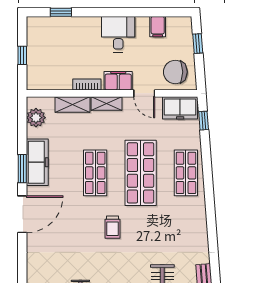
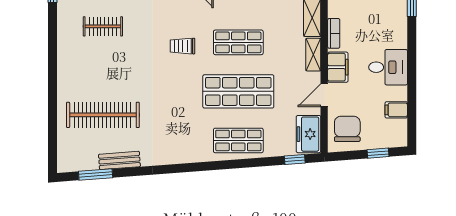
trolley: (112, 227) -> (182, 46), moved

